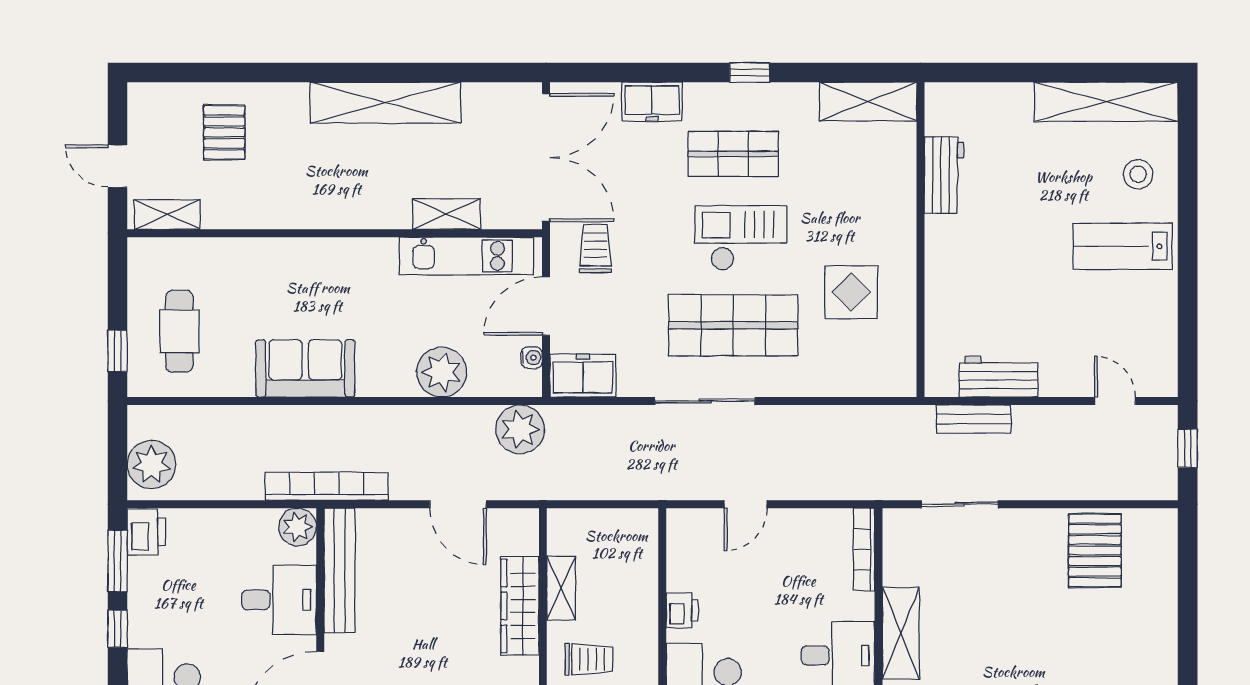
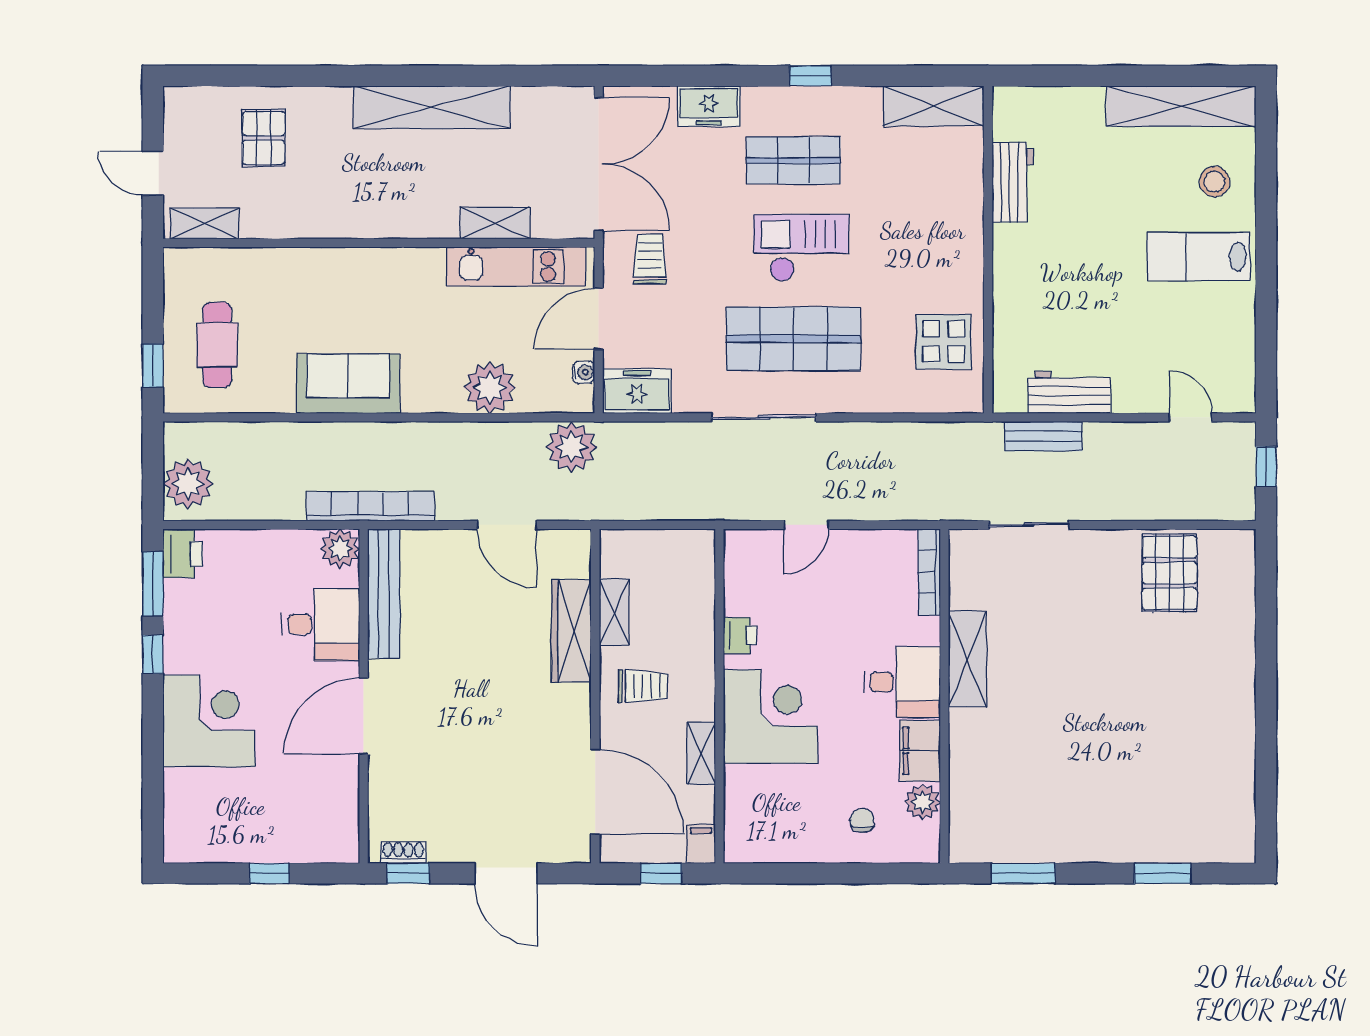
display table: (851, 292) -> (944, 342), moved

